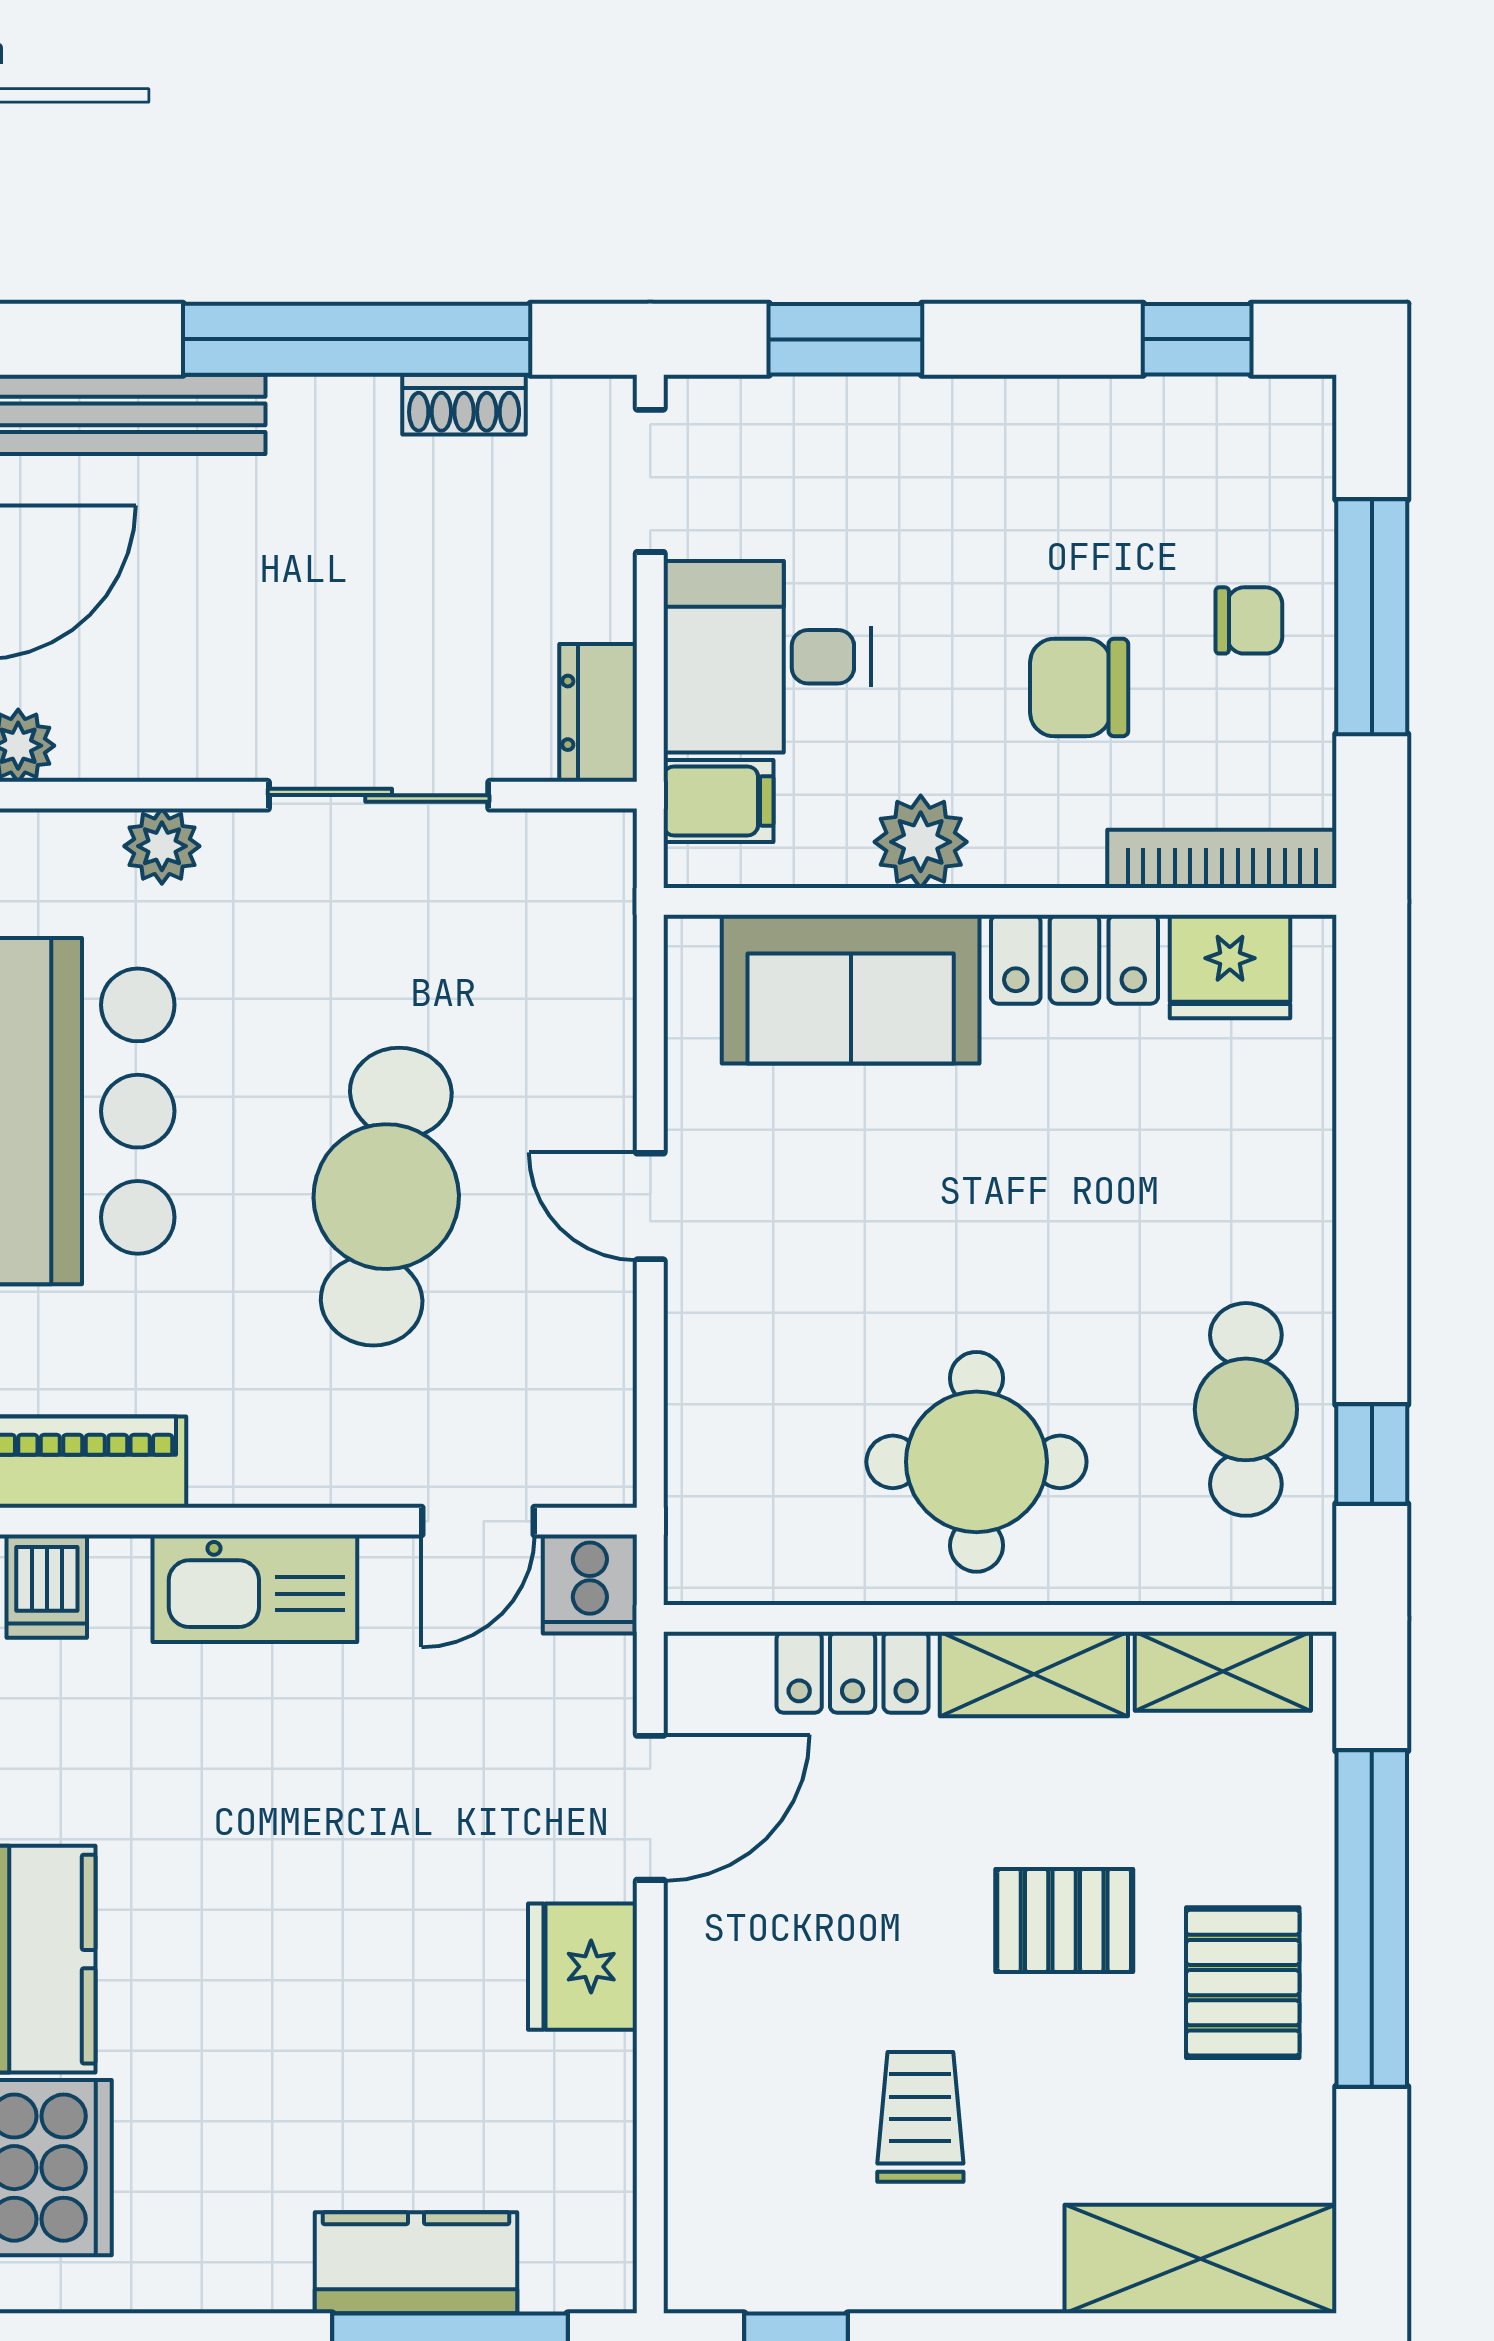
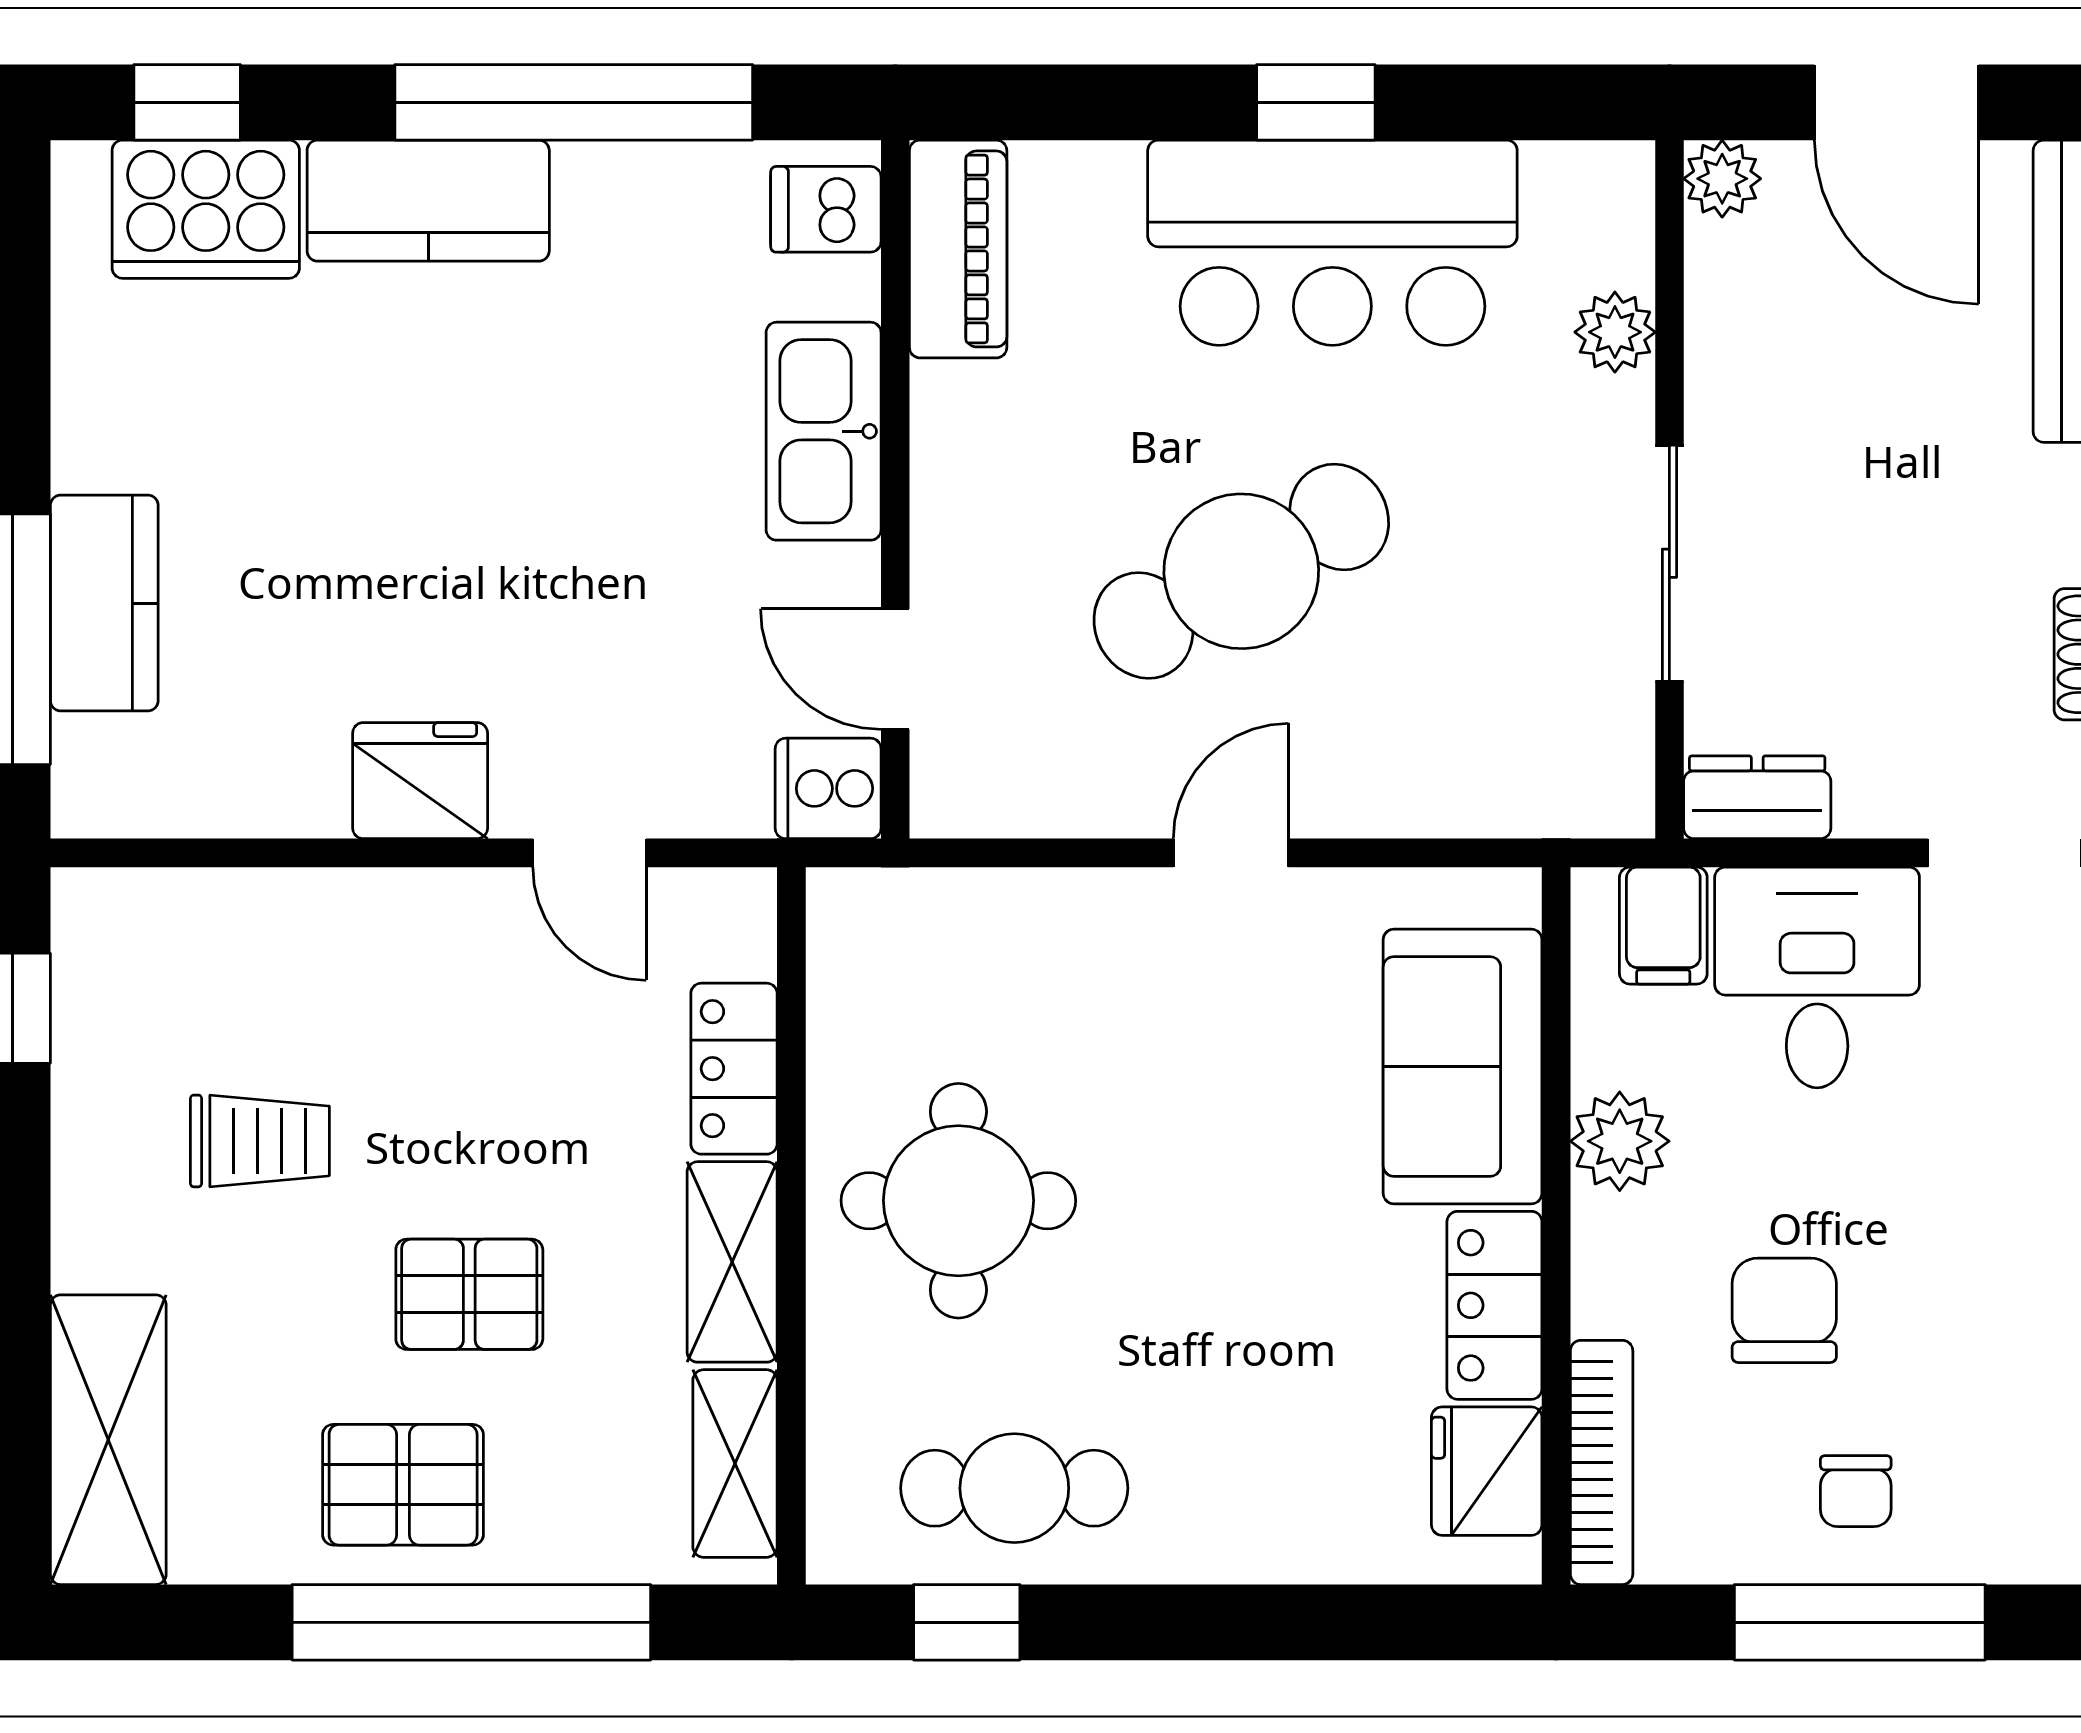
cafe table: (386, 1197) -> (1241, 571), turned -37
door: (650, 1808) -> (589, 853), width x0.73
pallet: (1064, 1920) -> (469, 1294), turned 90

